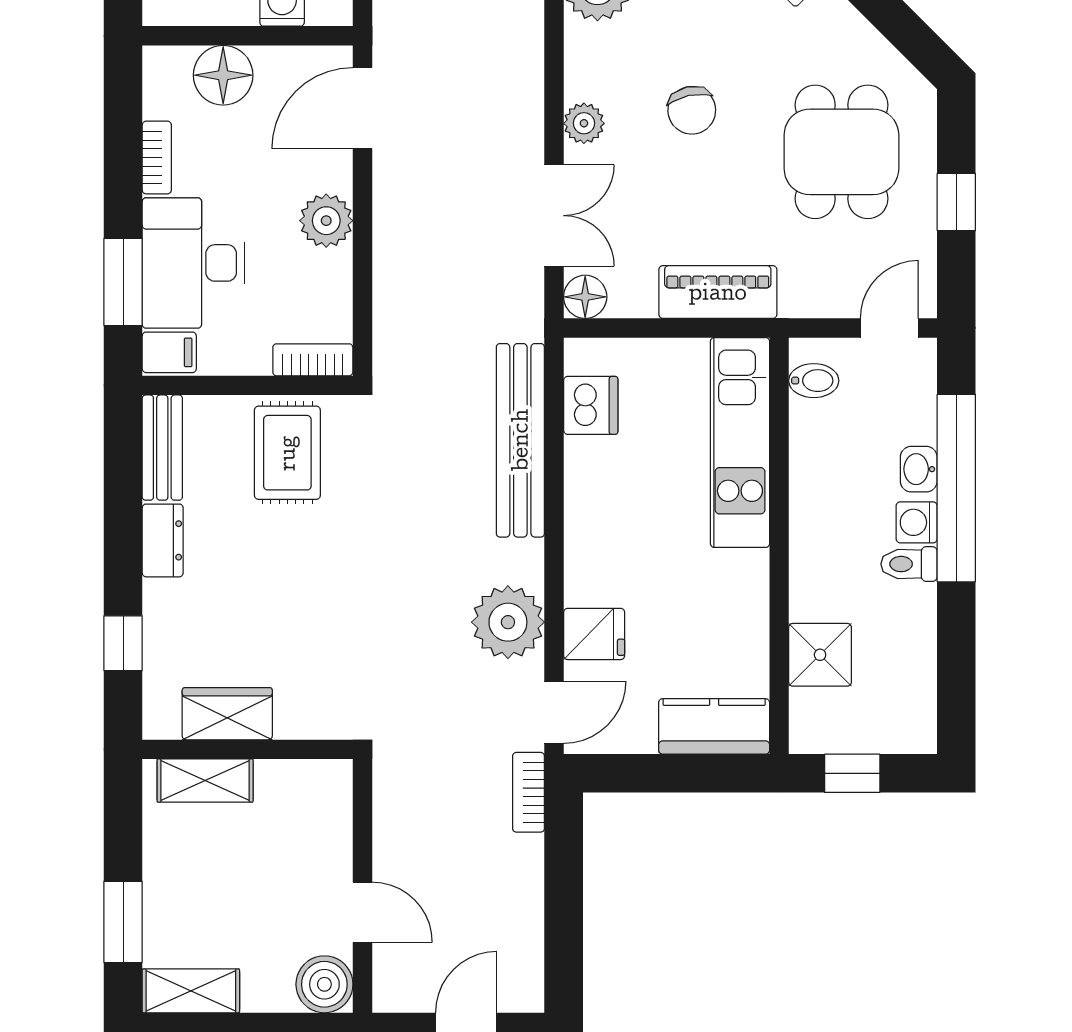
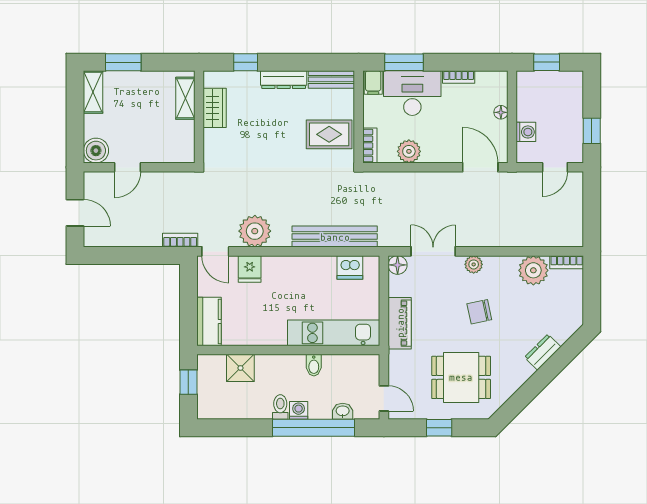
floor lamp: (223, 75) -> (501, 112), width x0.53, depth x0.53
double door: (554, 216) -> (433, 251), swing flipped
plant: (326, 221) -> (409, 151), moved
bidet: (814, 381) -> (314, 365), moved
washbasin: (919, 469) -> (343, 411), moved
dresser: (163, 540) -> (284, 80), width x1.44

